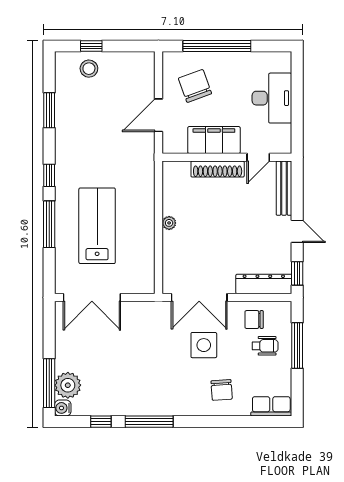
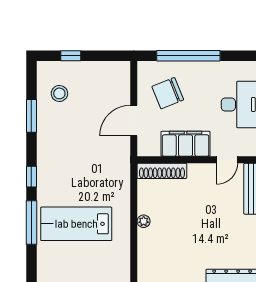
stool: (89, 69) -> (59, 93), moved
chair: (195, 86) -> (168, 93), turned -92
shoe rack: (218, 169) -> (162, 171), moved
lab bench: (97, 226) -> (76, 224), turned -90

